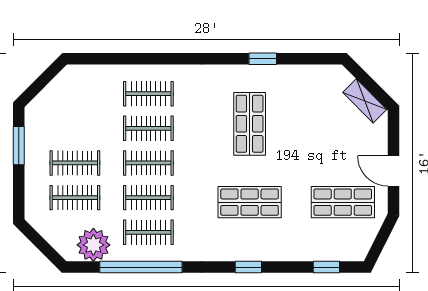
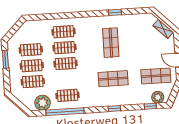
clothes rail: (148, 198) -> (31, 50), moved
plant: (344, 249) -> (158, 97), added

